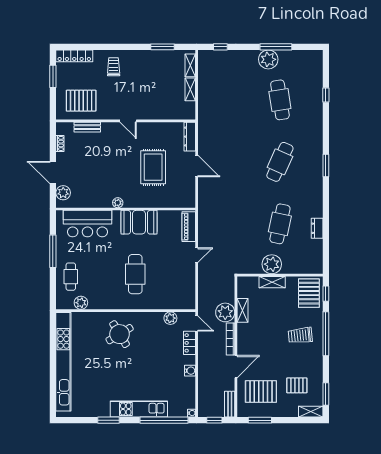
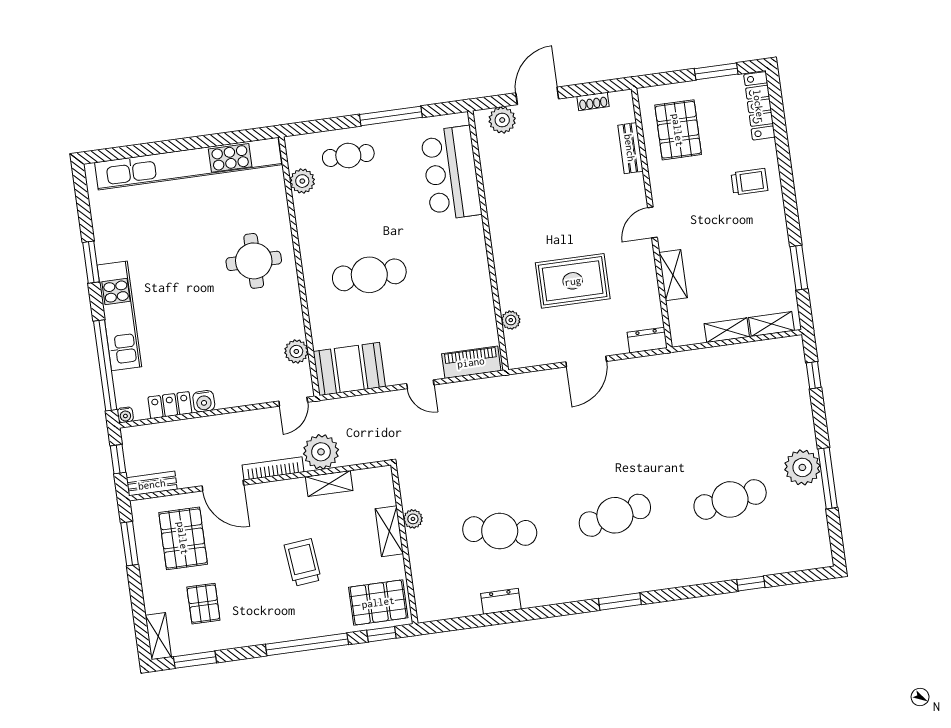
shelving: (157, 114) -> (673, 275), added
dresser: (190, 137) -> (647, 340), width x0.70
cafe table: (280, 162) -> (615, 515), turned -36
plant: (118, 203) -> (511, 320), moved
booth: (139, 222) -> (349, 369), moved, turned 90
plant: (272, 264) -> (413, 519), width x0.53, depth x0.53
round table: (120, 334) -> (254, 261), turned 31
trolley: (300, 335) -> (303, 562), moved
locker: (190, 343) -> (170, 405), moved

